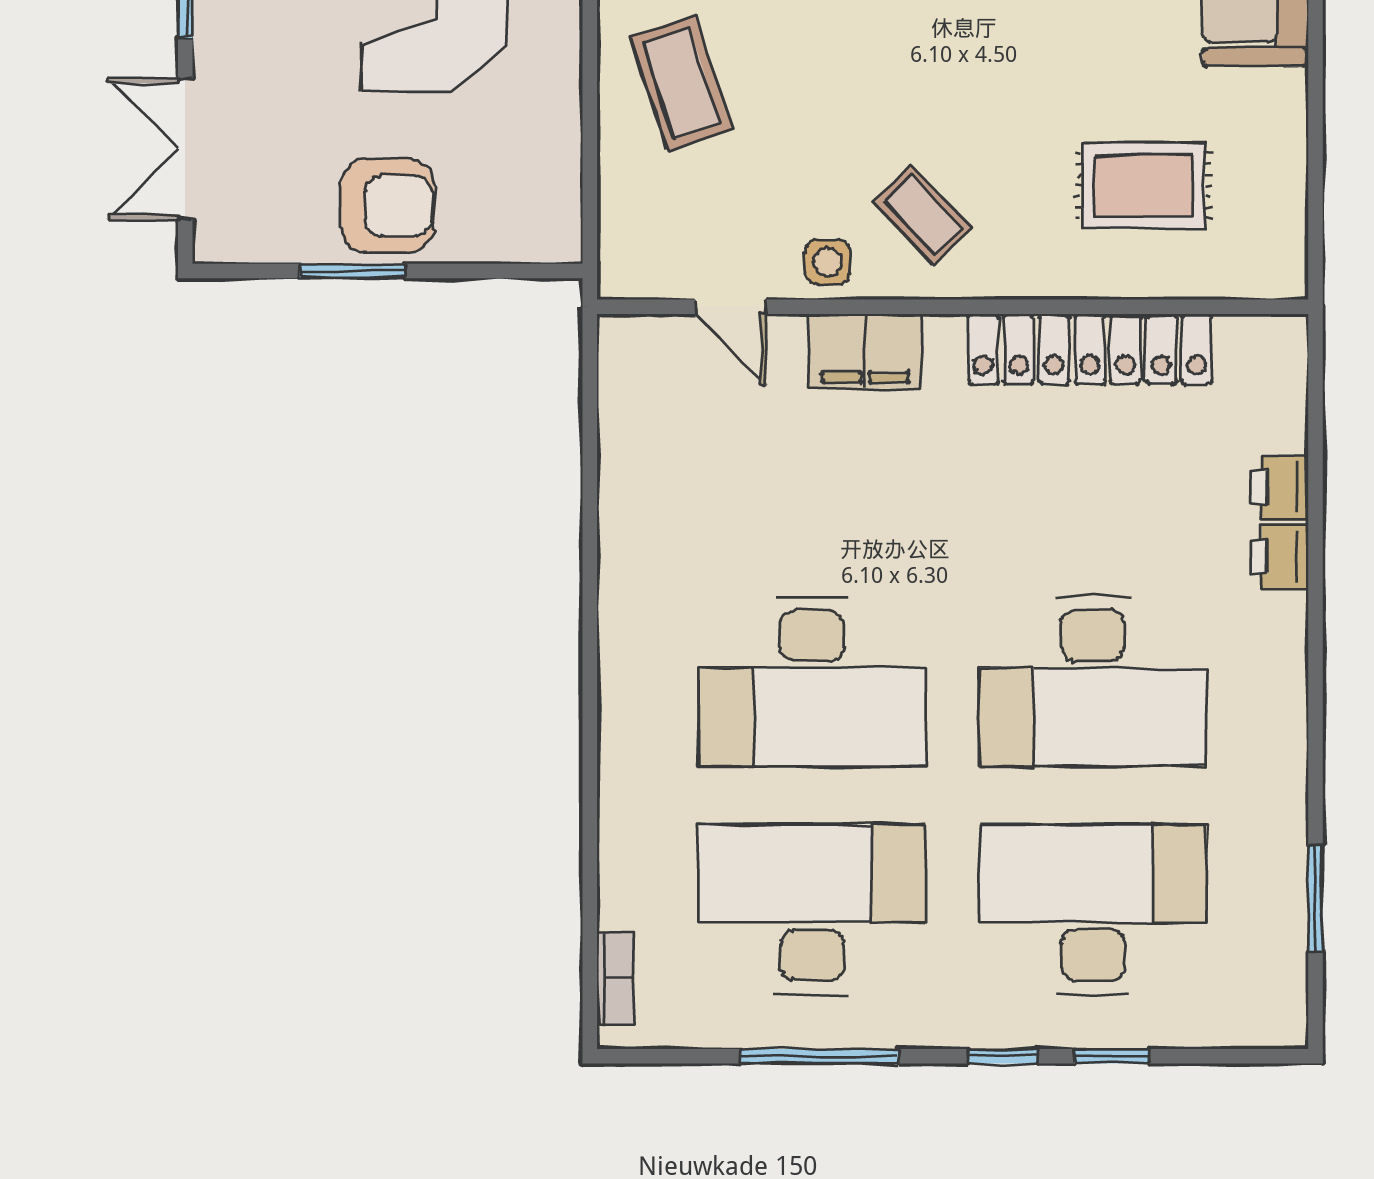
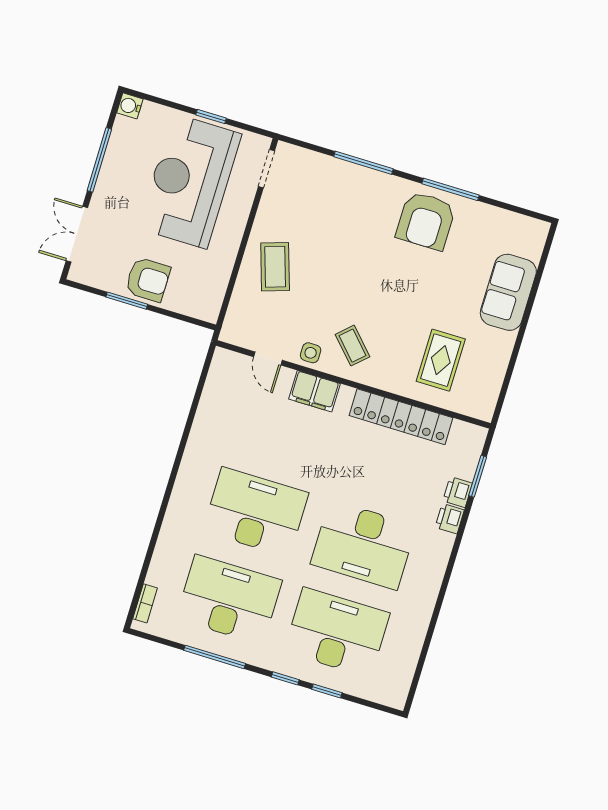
rug: (1143, 185) -> (441, 360), turned 90
desk: (812, 681) -> (256, 512), turned 180
window: (1315, 898) -> (478, 476), moved

